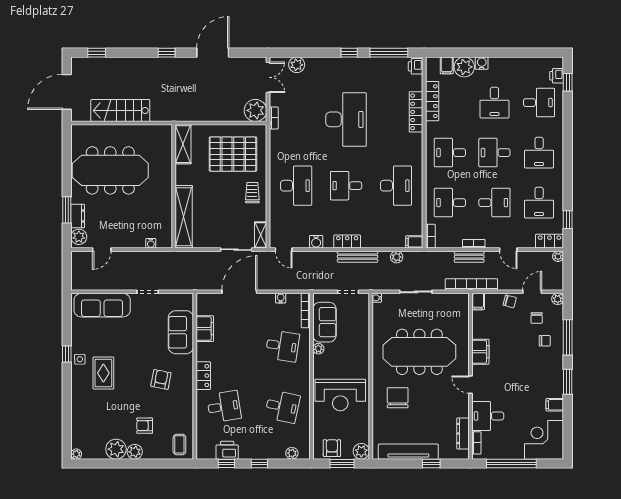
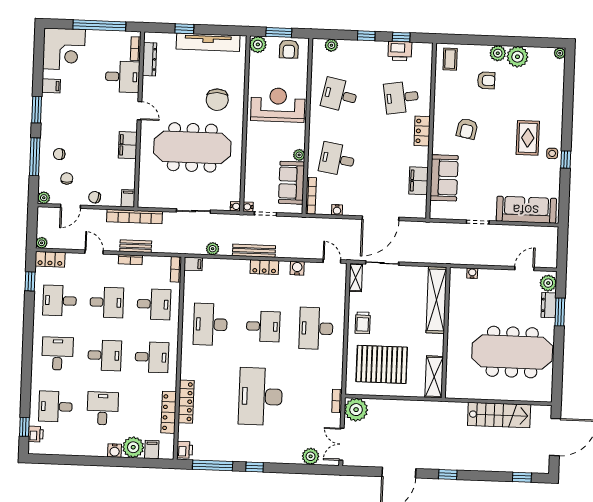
desk: (494, 203) -> (107, 302), turned 180
desk: (539, 203) -> (60, 301), turned -90
water cooler: (365, 298) -> (248, 207), added

